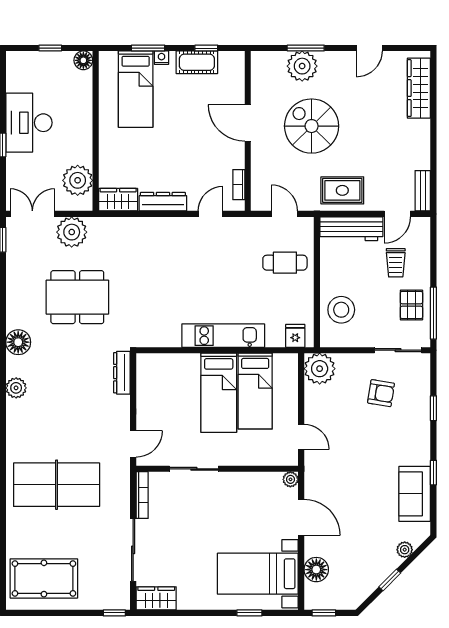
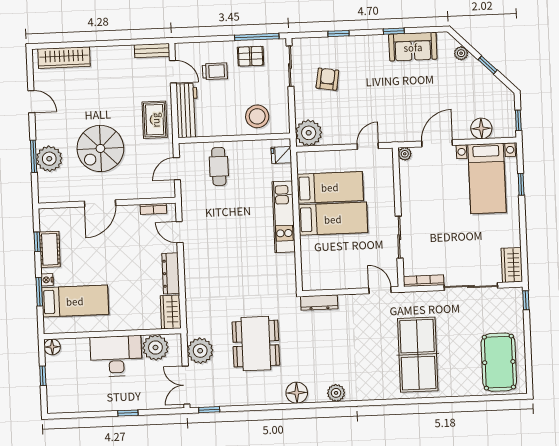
desk: (29, 123) -> (116, 356), moved, turned 180

